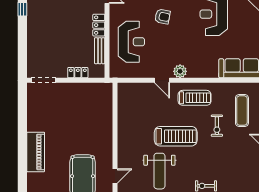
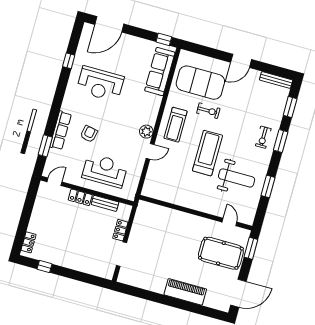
doorway: (43, 80) -> (122, 254), moved
treadmill: (195, 98) -> (176, 125), turned 180
exercise mat: (242, 111) -> (200, 83), width x2.00, depth x1.45

